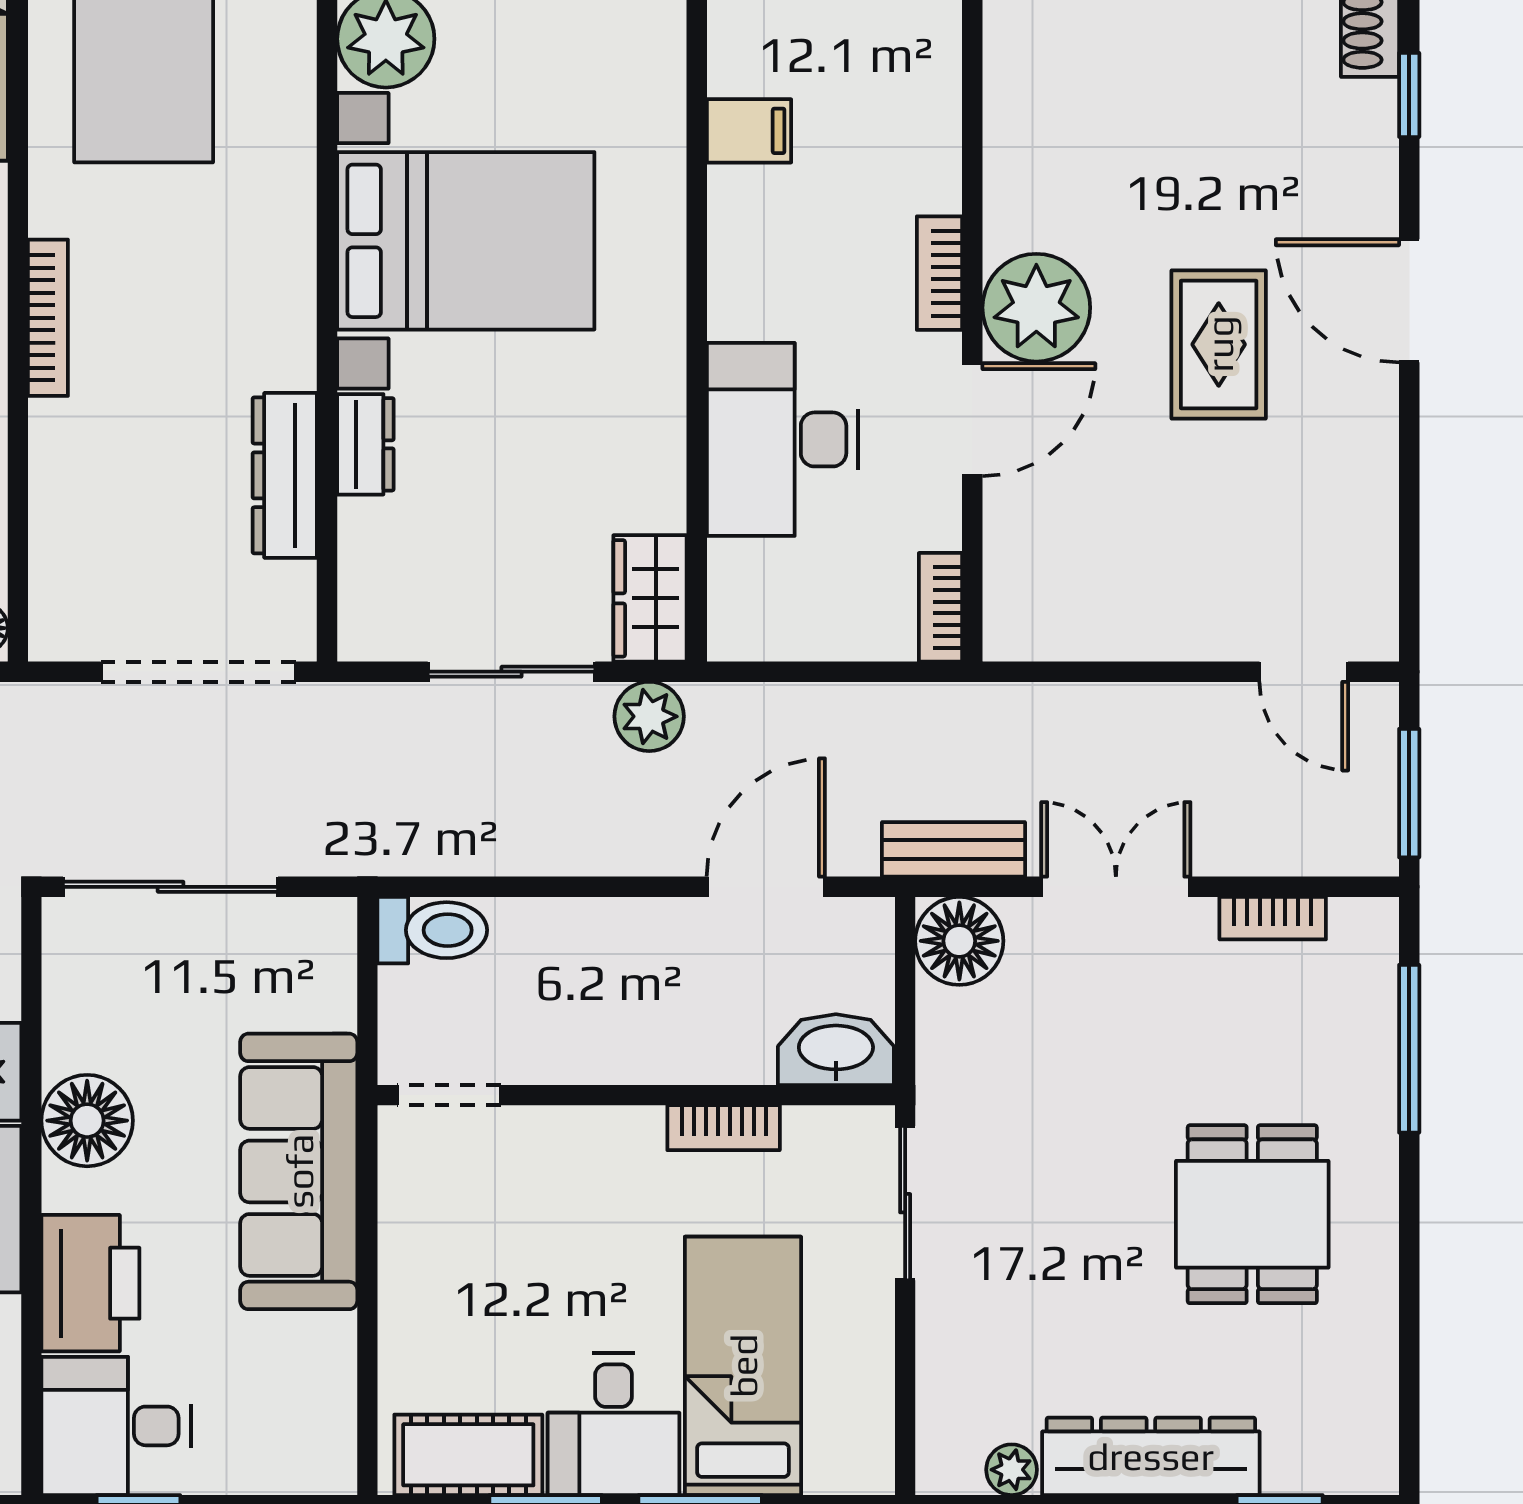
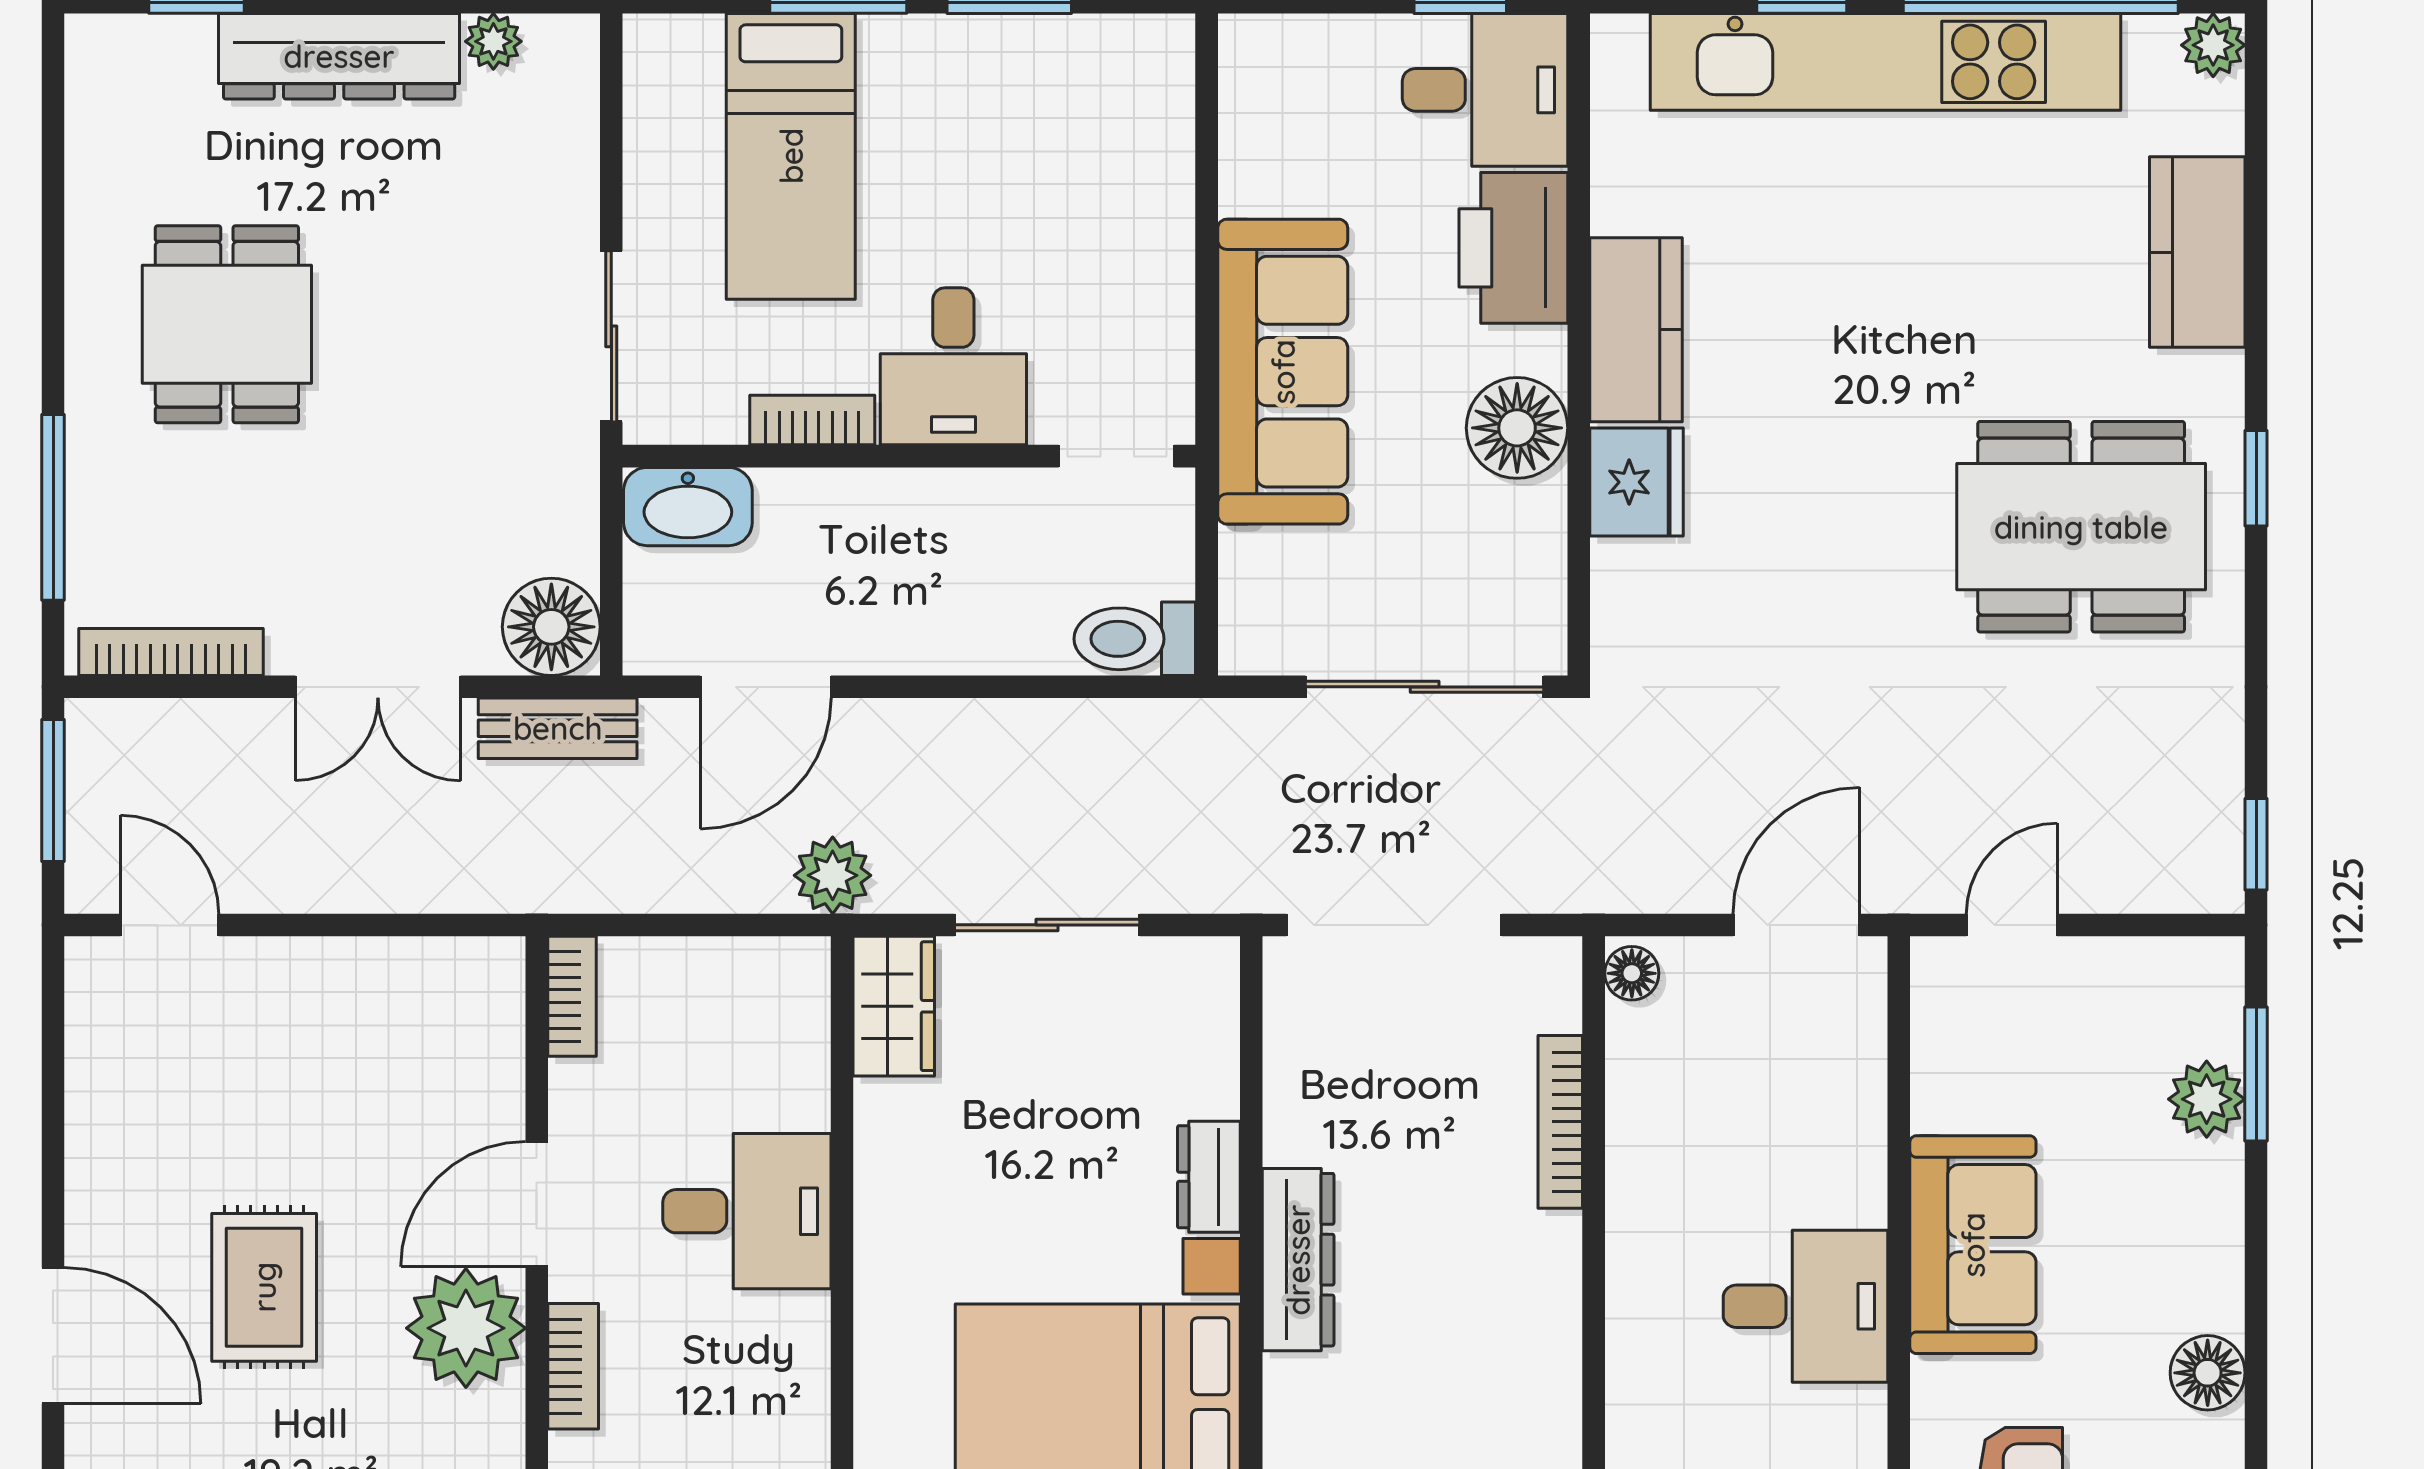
bookcase: (48, 318) -> (1560, 1122), moved
desk: (783, 439) -> (747, 1211), width x0.73
dresser: (285, 475) -> (1298, 1260), moved
plant: (649, 716) -> (833, 875), moved
bookcase: (1273, 918) -> (171, 652), width x1.56
desk: (614, 1424) -> (953, 366), moved, turned 180
cot: (468, 1455) -> (1095, 58), removed

